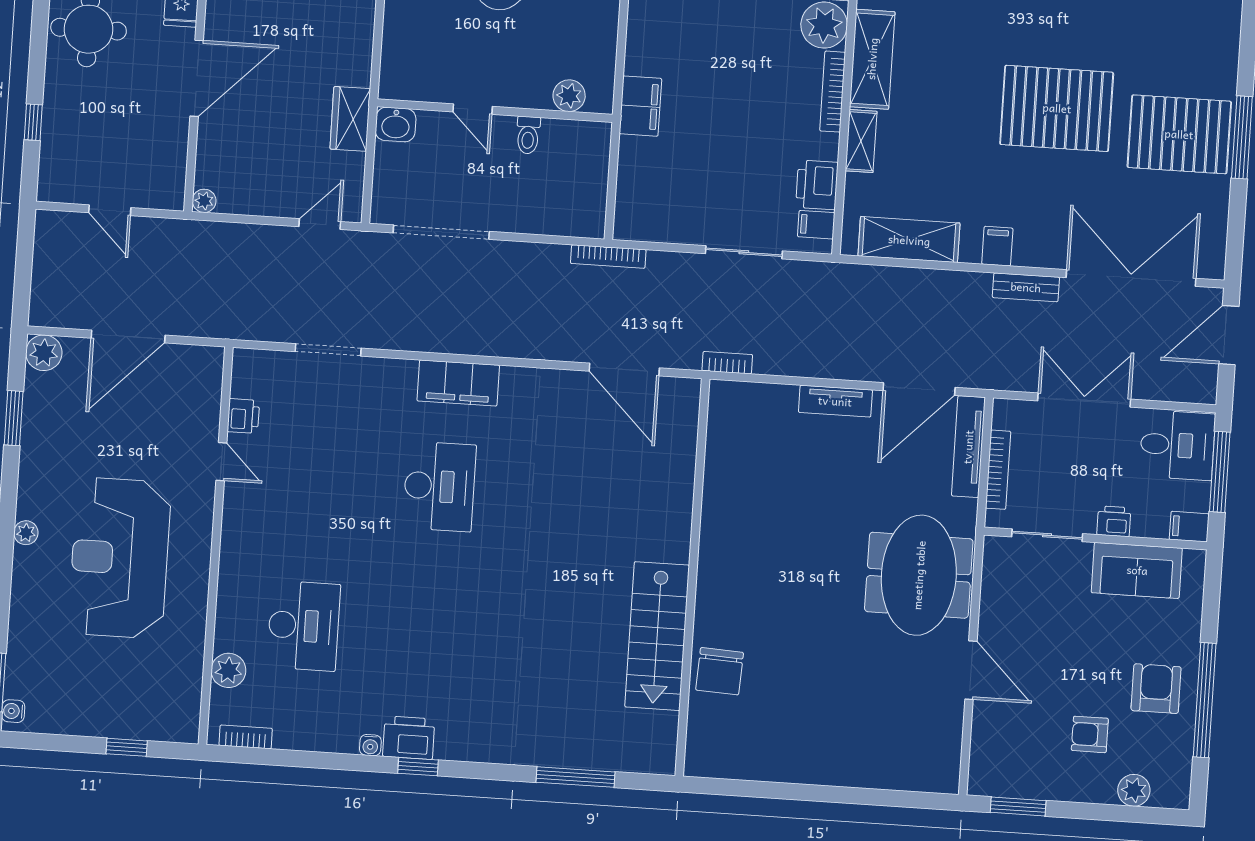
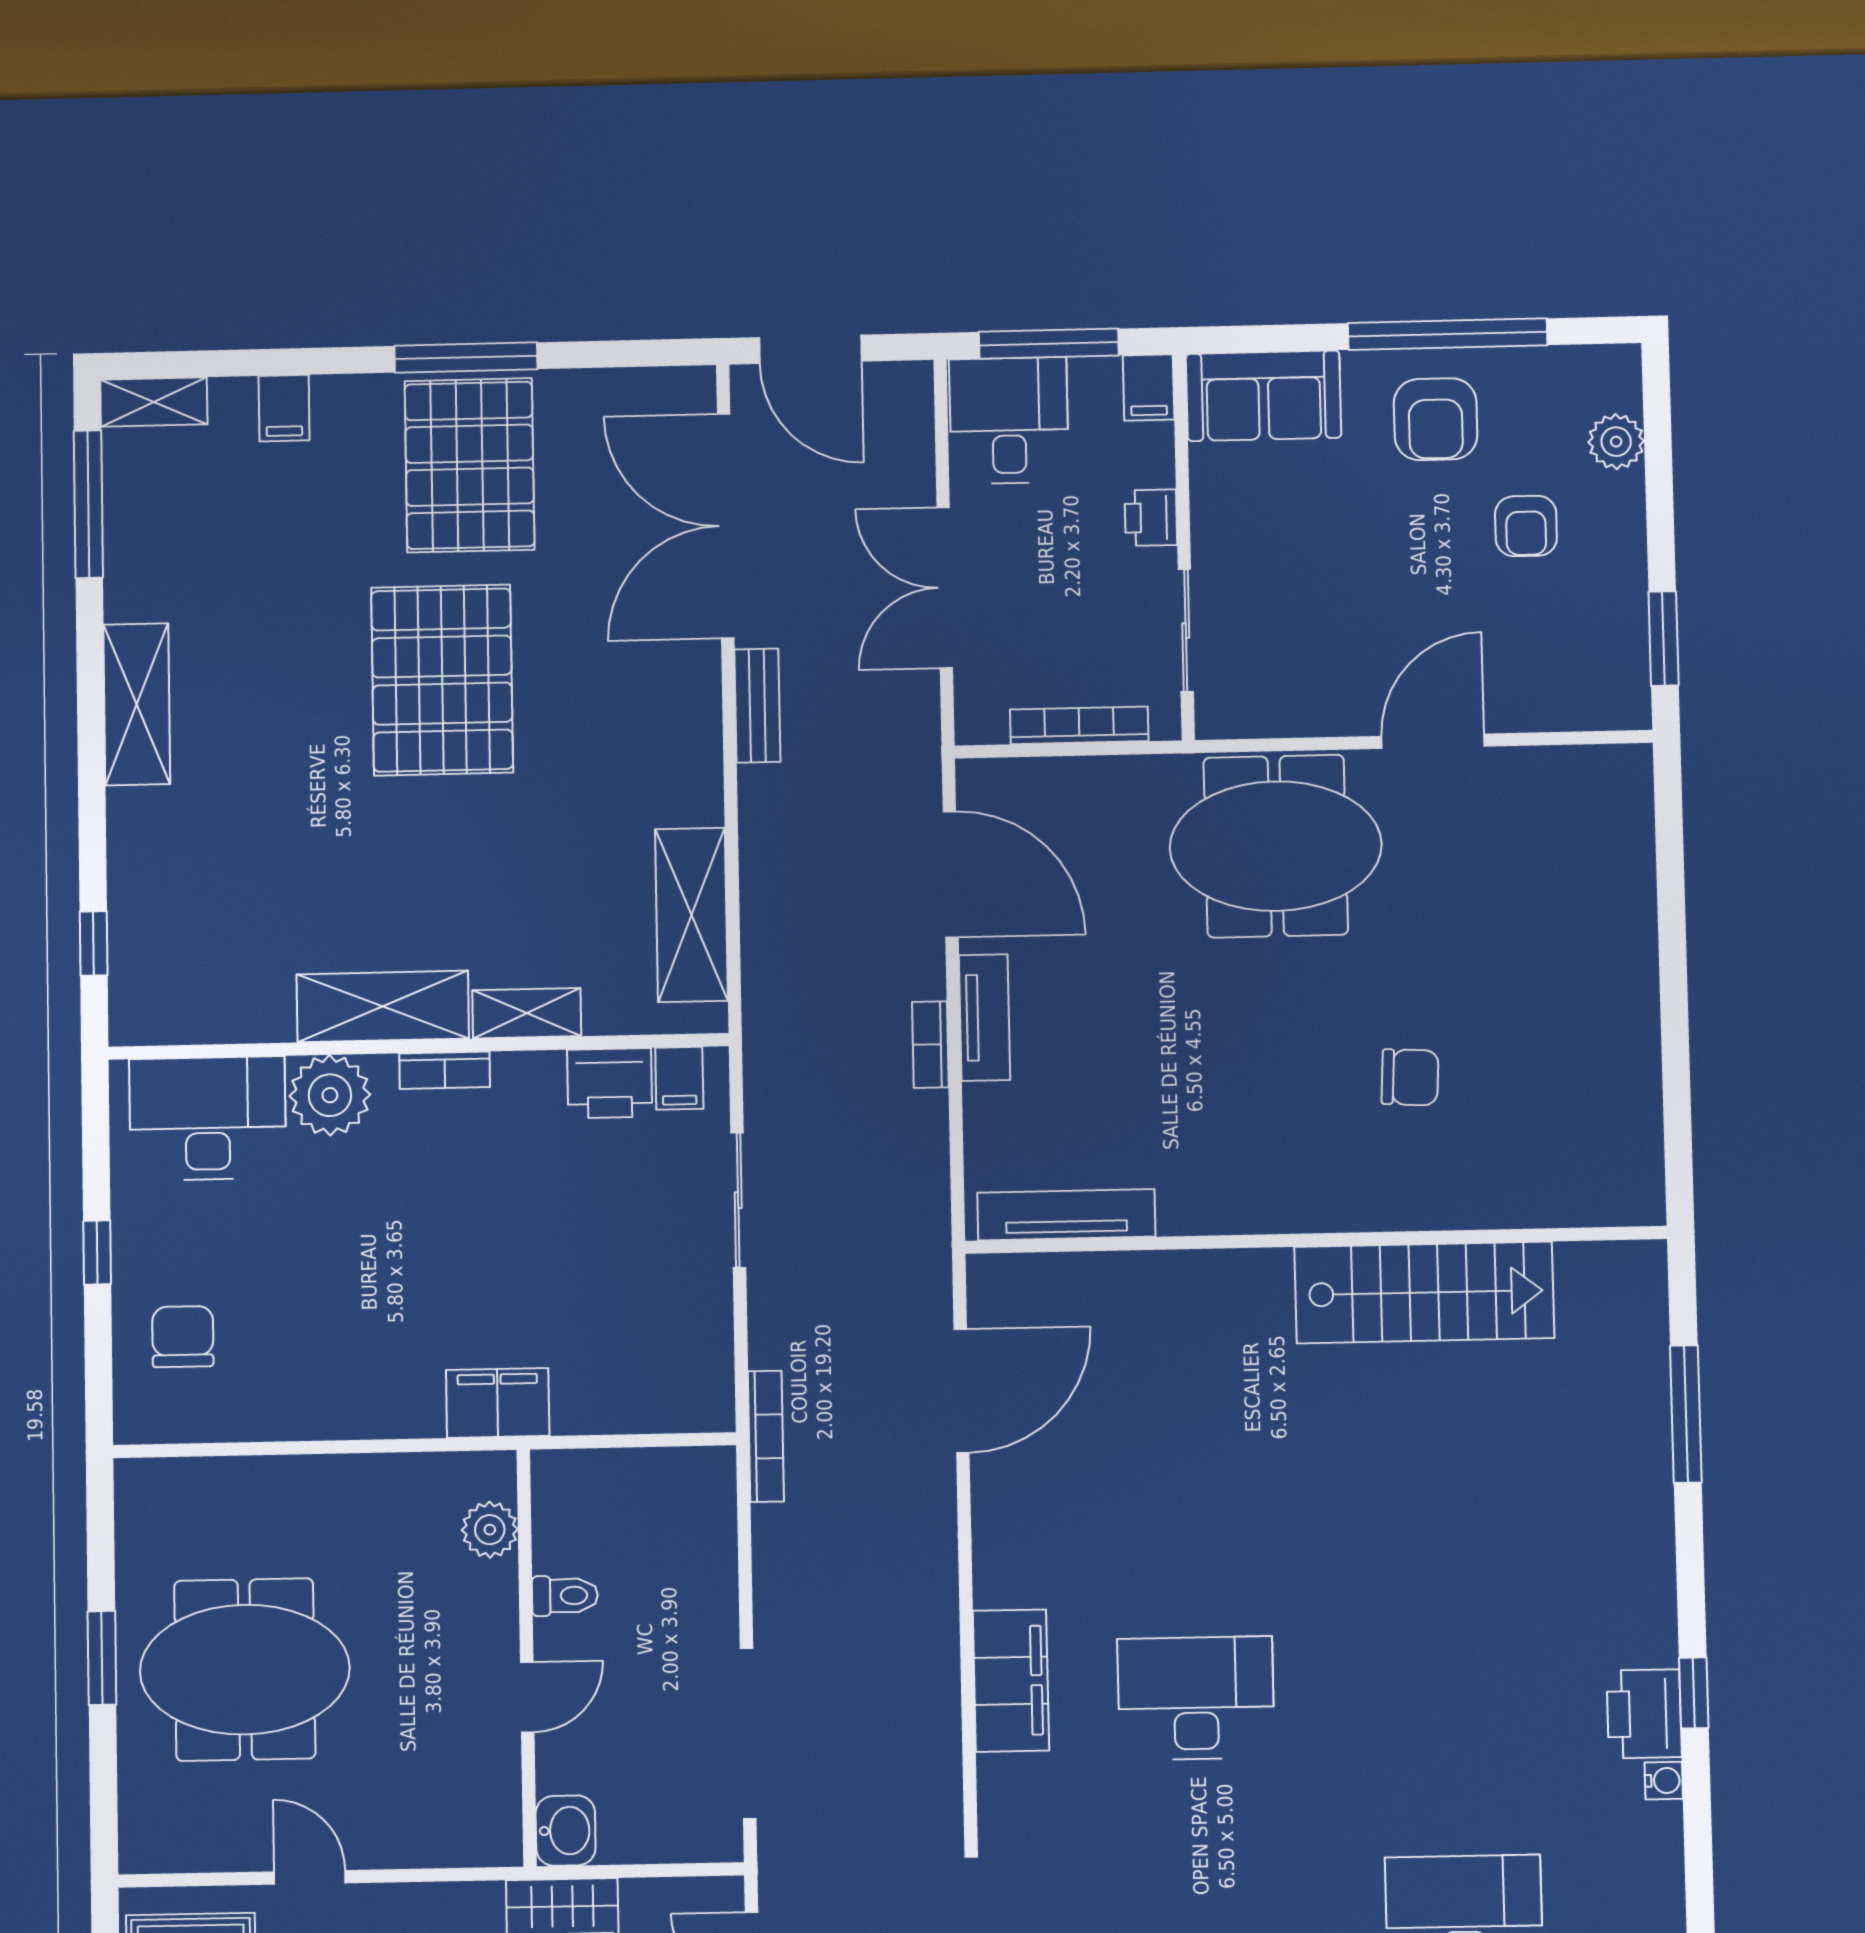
bookcase: (833, 92) -> (445, 1070), width x0.64
filing cabinet: (997, 246) -> (284, 408), moved, turned -90
bookcase: (727, 363) -> (930, 1045), moved
tv unit: (968, 447) -> (1066, 1215), moved, turned 180
sofa: (1137, 570) -> (1264, 396), moved, turned 90
chair: (720, 671) -> (1410, 1077), moved, width x0.73, depth x0.73
armchair: (1156, 689) -> (1436, 419), turned -90

